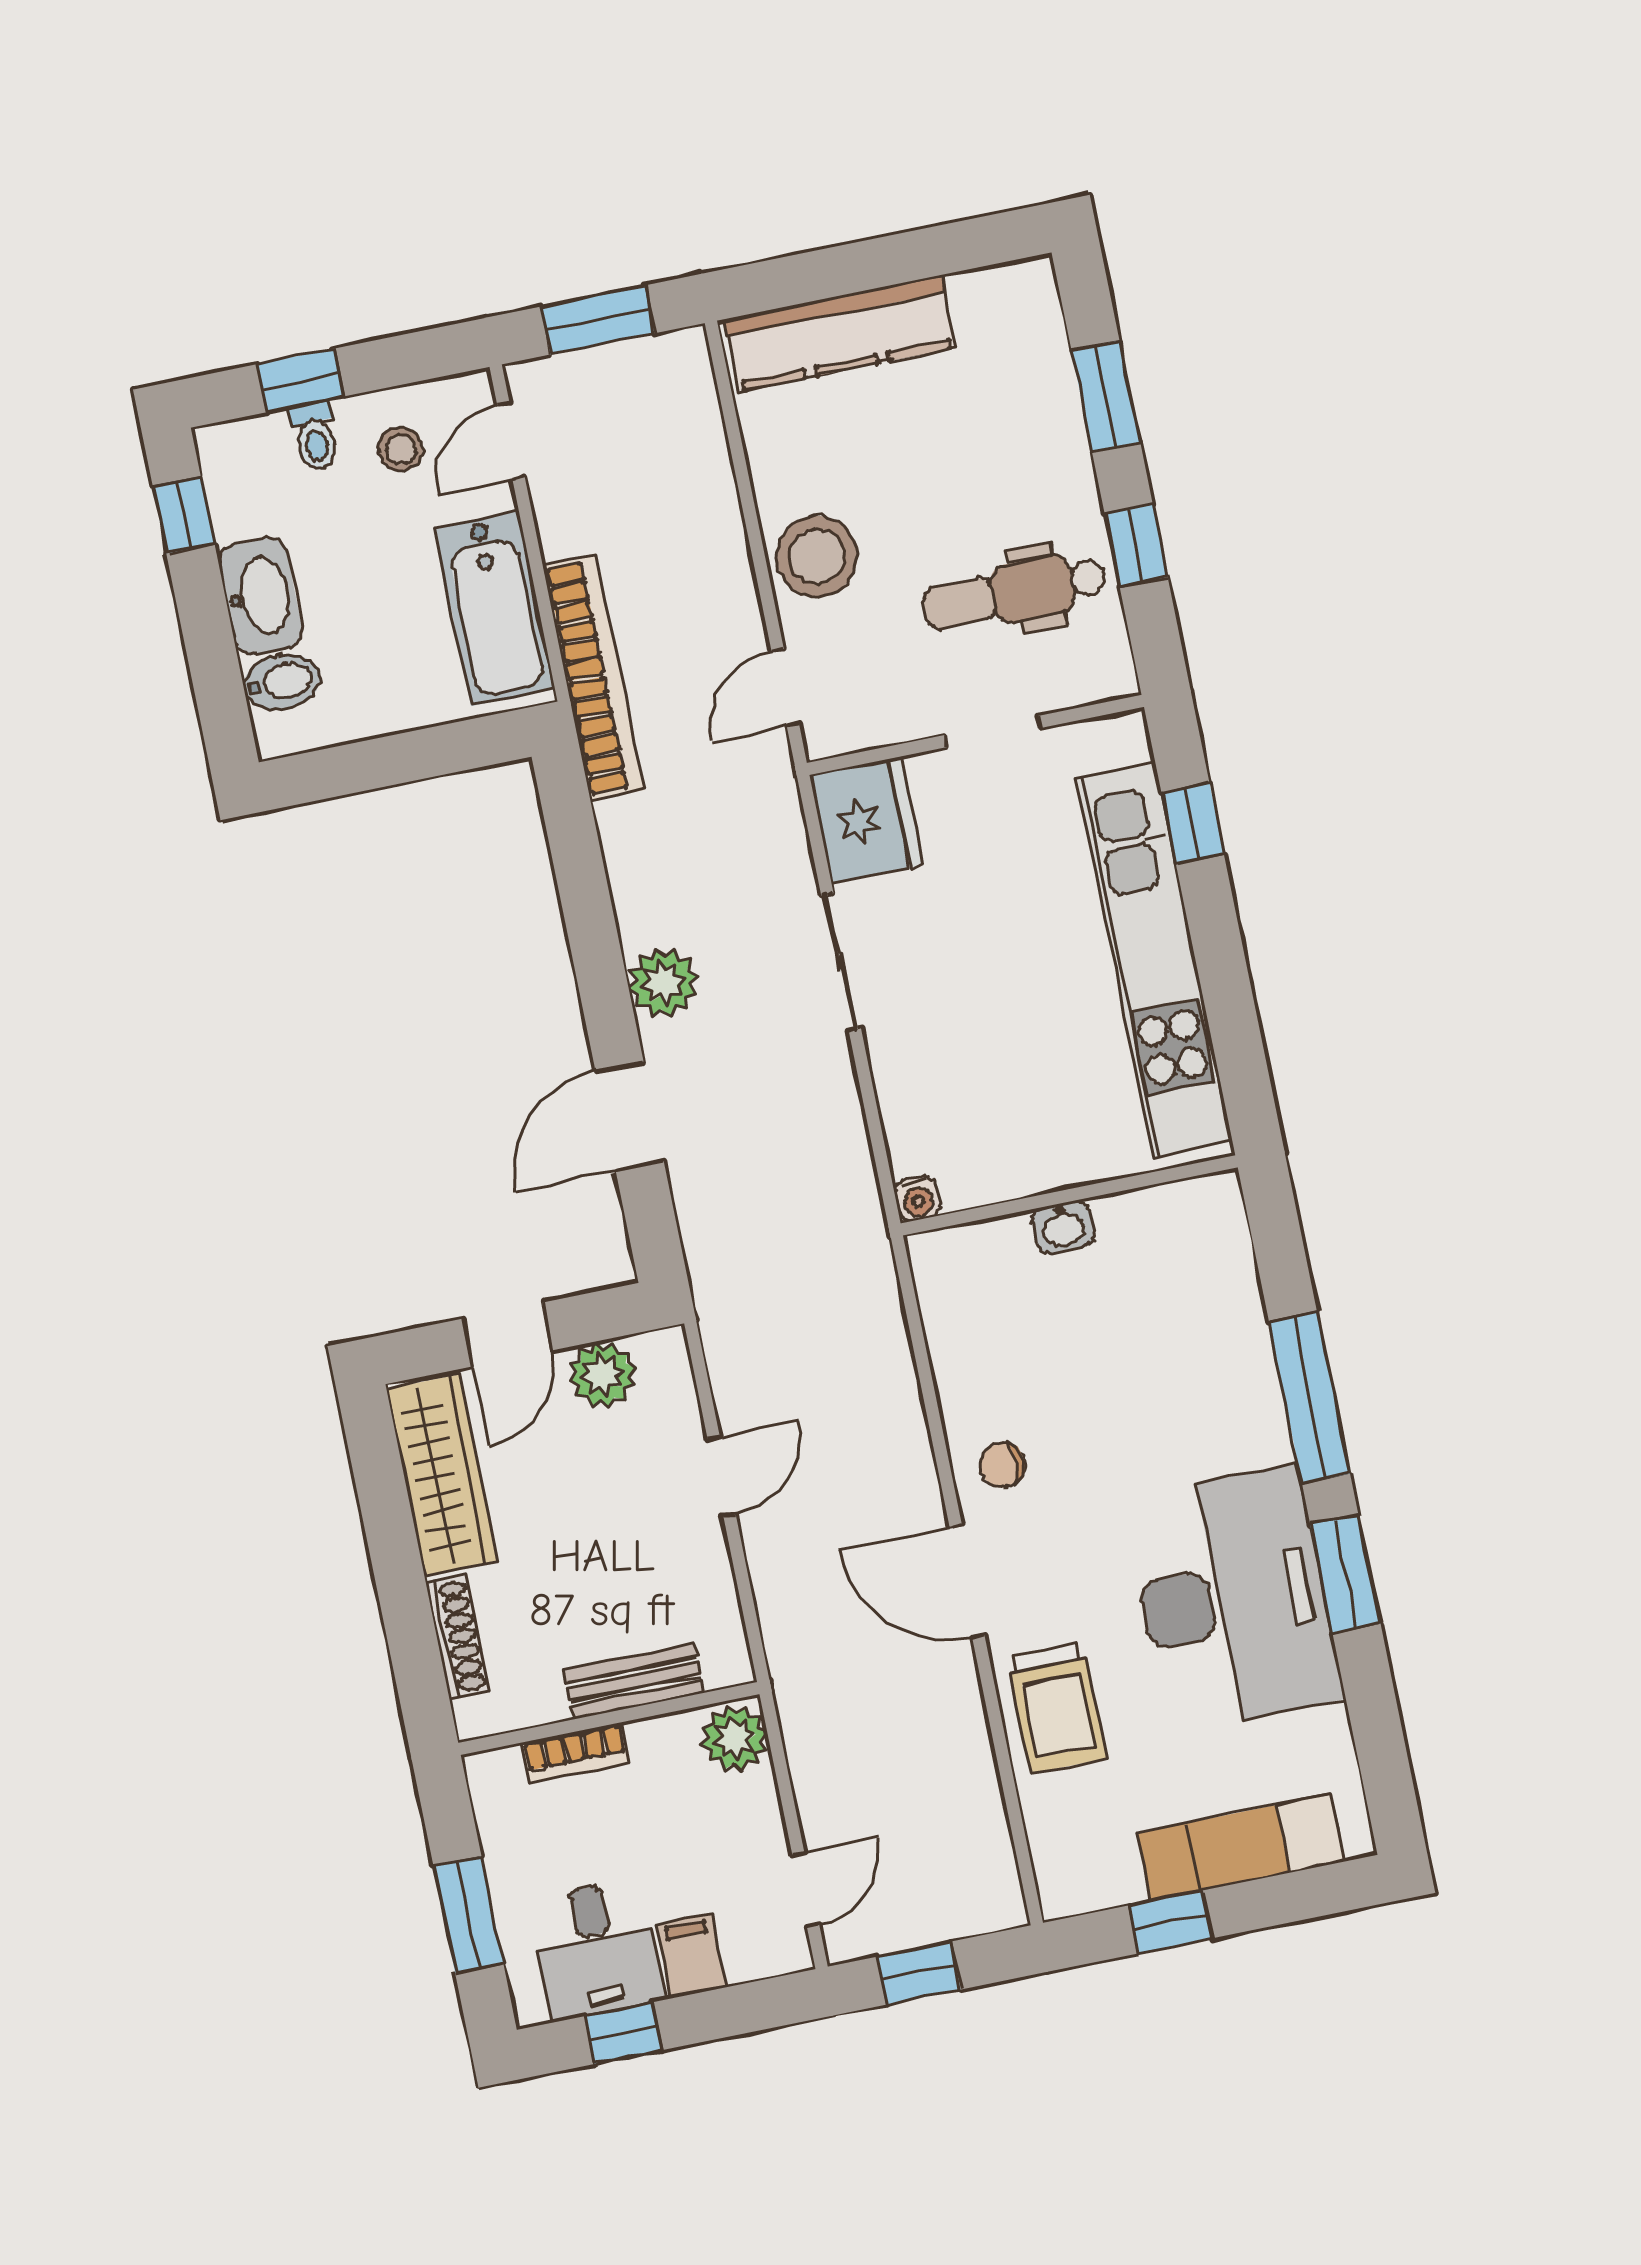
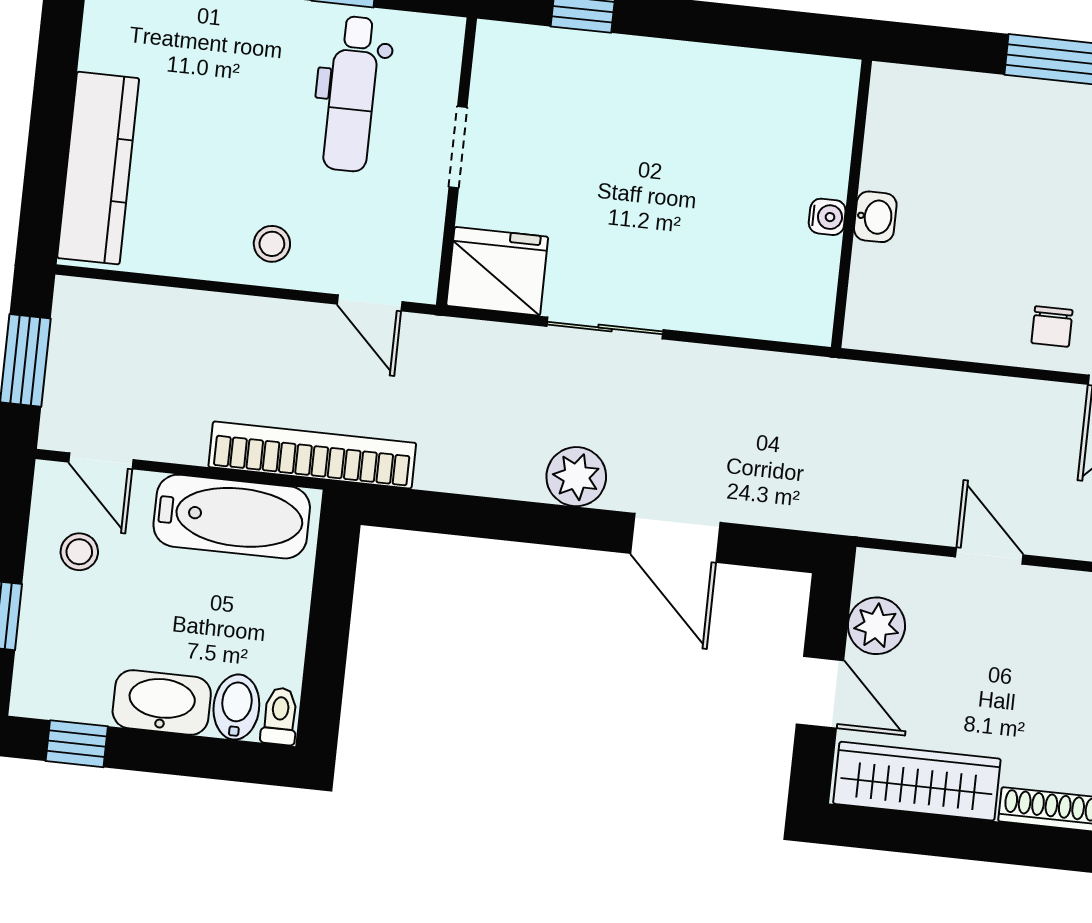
toilet: (315, 436) -> (280, 716), moved, turned -90
stool: (817, 556) -> (272, 244), width x0.53, depth x0.53
kitchen unit: (1155, 960) -> (683, 75), removed
water cooler: (918, 1199) -> (827, 217), moved

